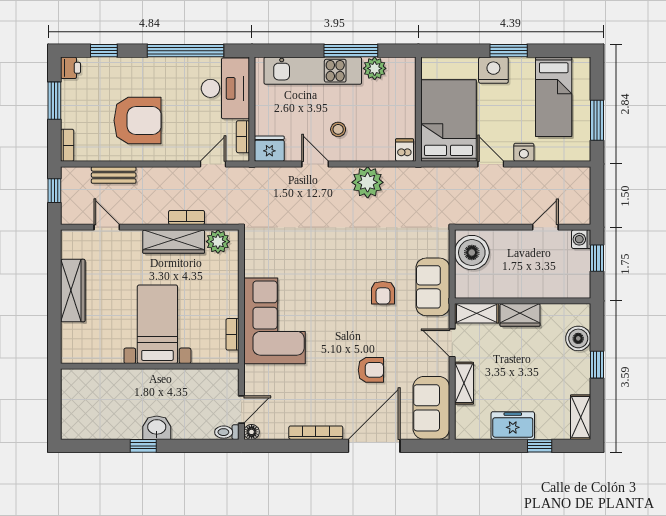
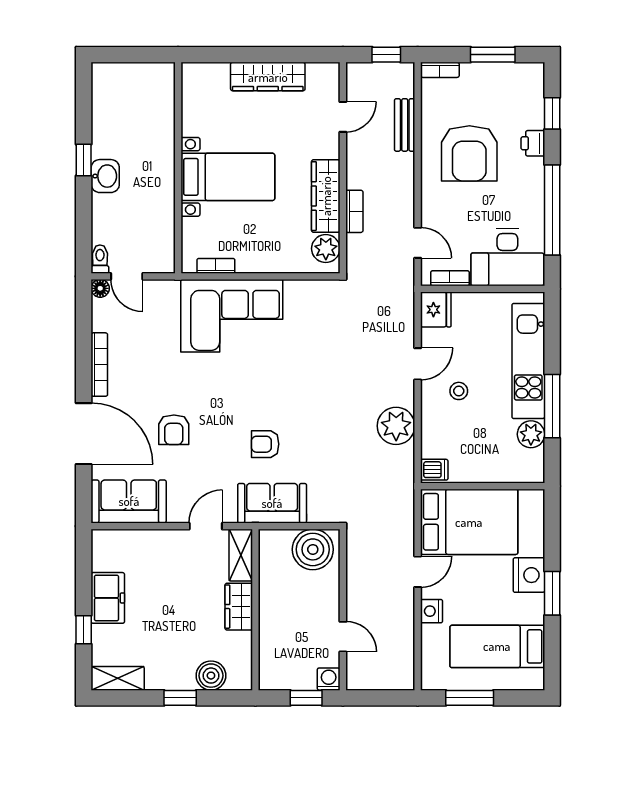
printer: (71, 68) -> (533, 143), moved, turned 90
shelving: (464, 383) -> (158, 540), removed

